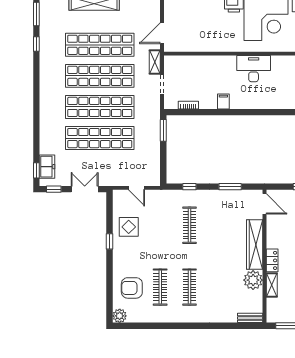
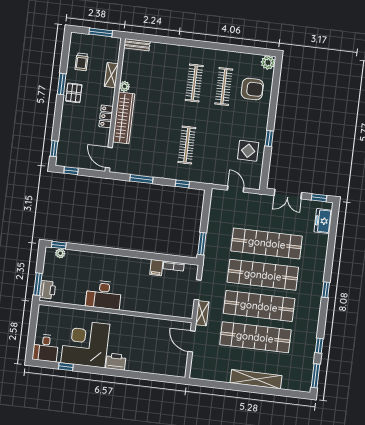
door: (162, 33) -> (191, 341), swing flipped
filing cabinet: (223, 101) -> (156, 268), moved
window: (36, 170) -> (326, 290), moved
locker: (272, 260) -> (106, 116), moved
plant: (253, 280) -> (124, 86), width x0.53, depth x0.53

